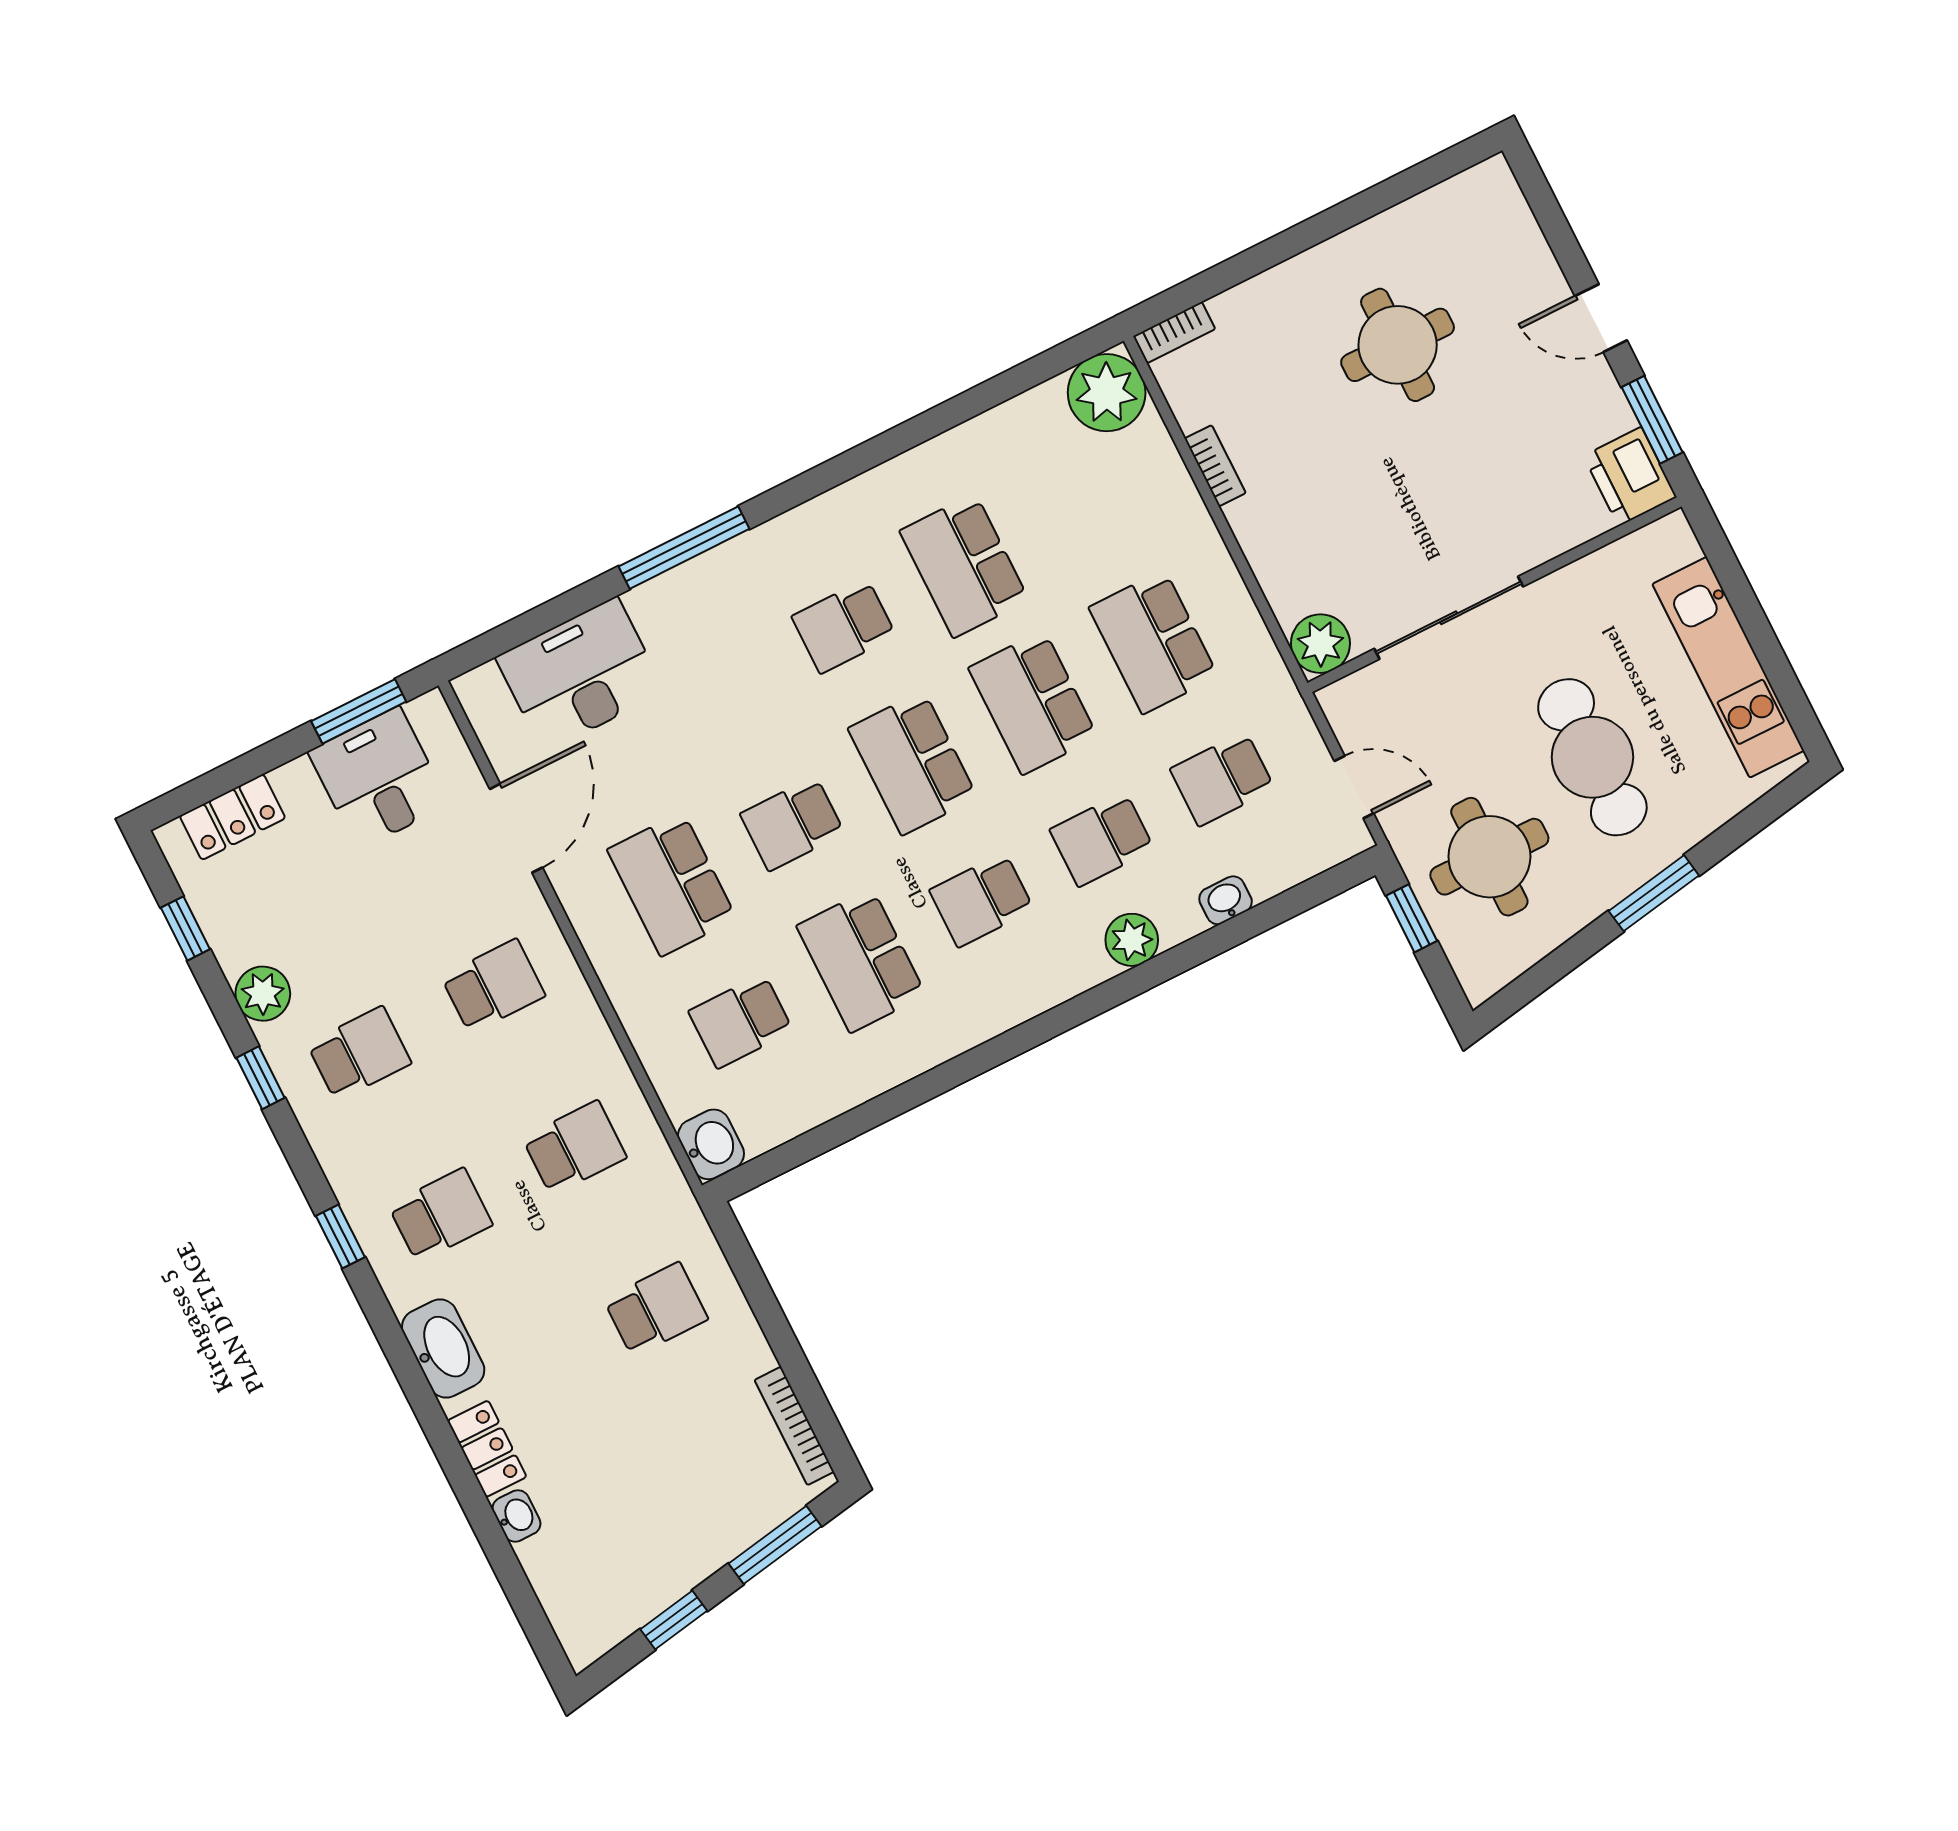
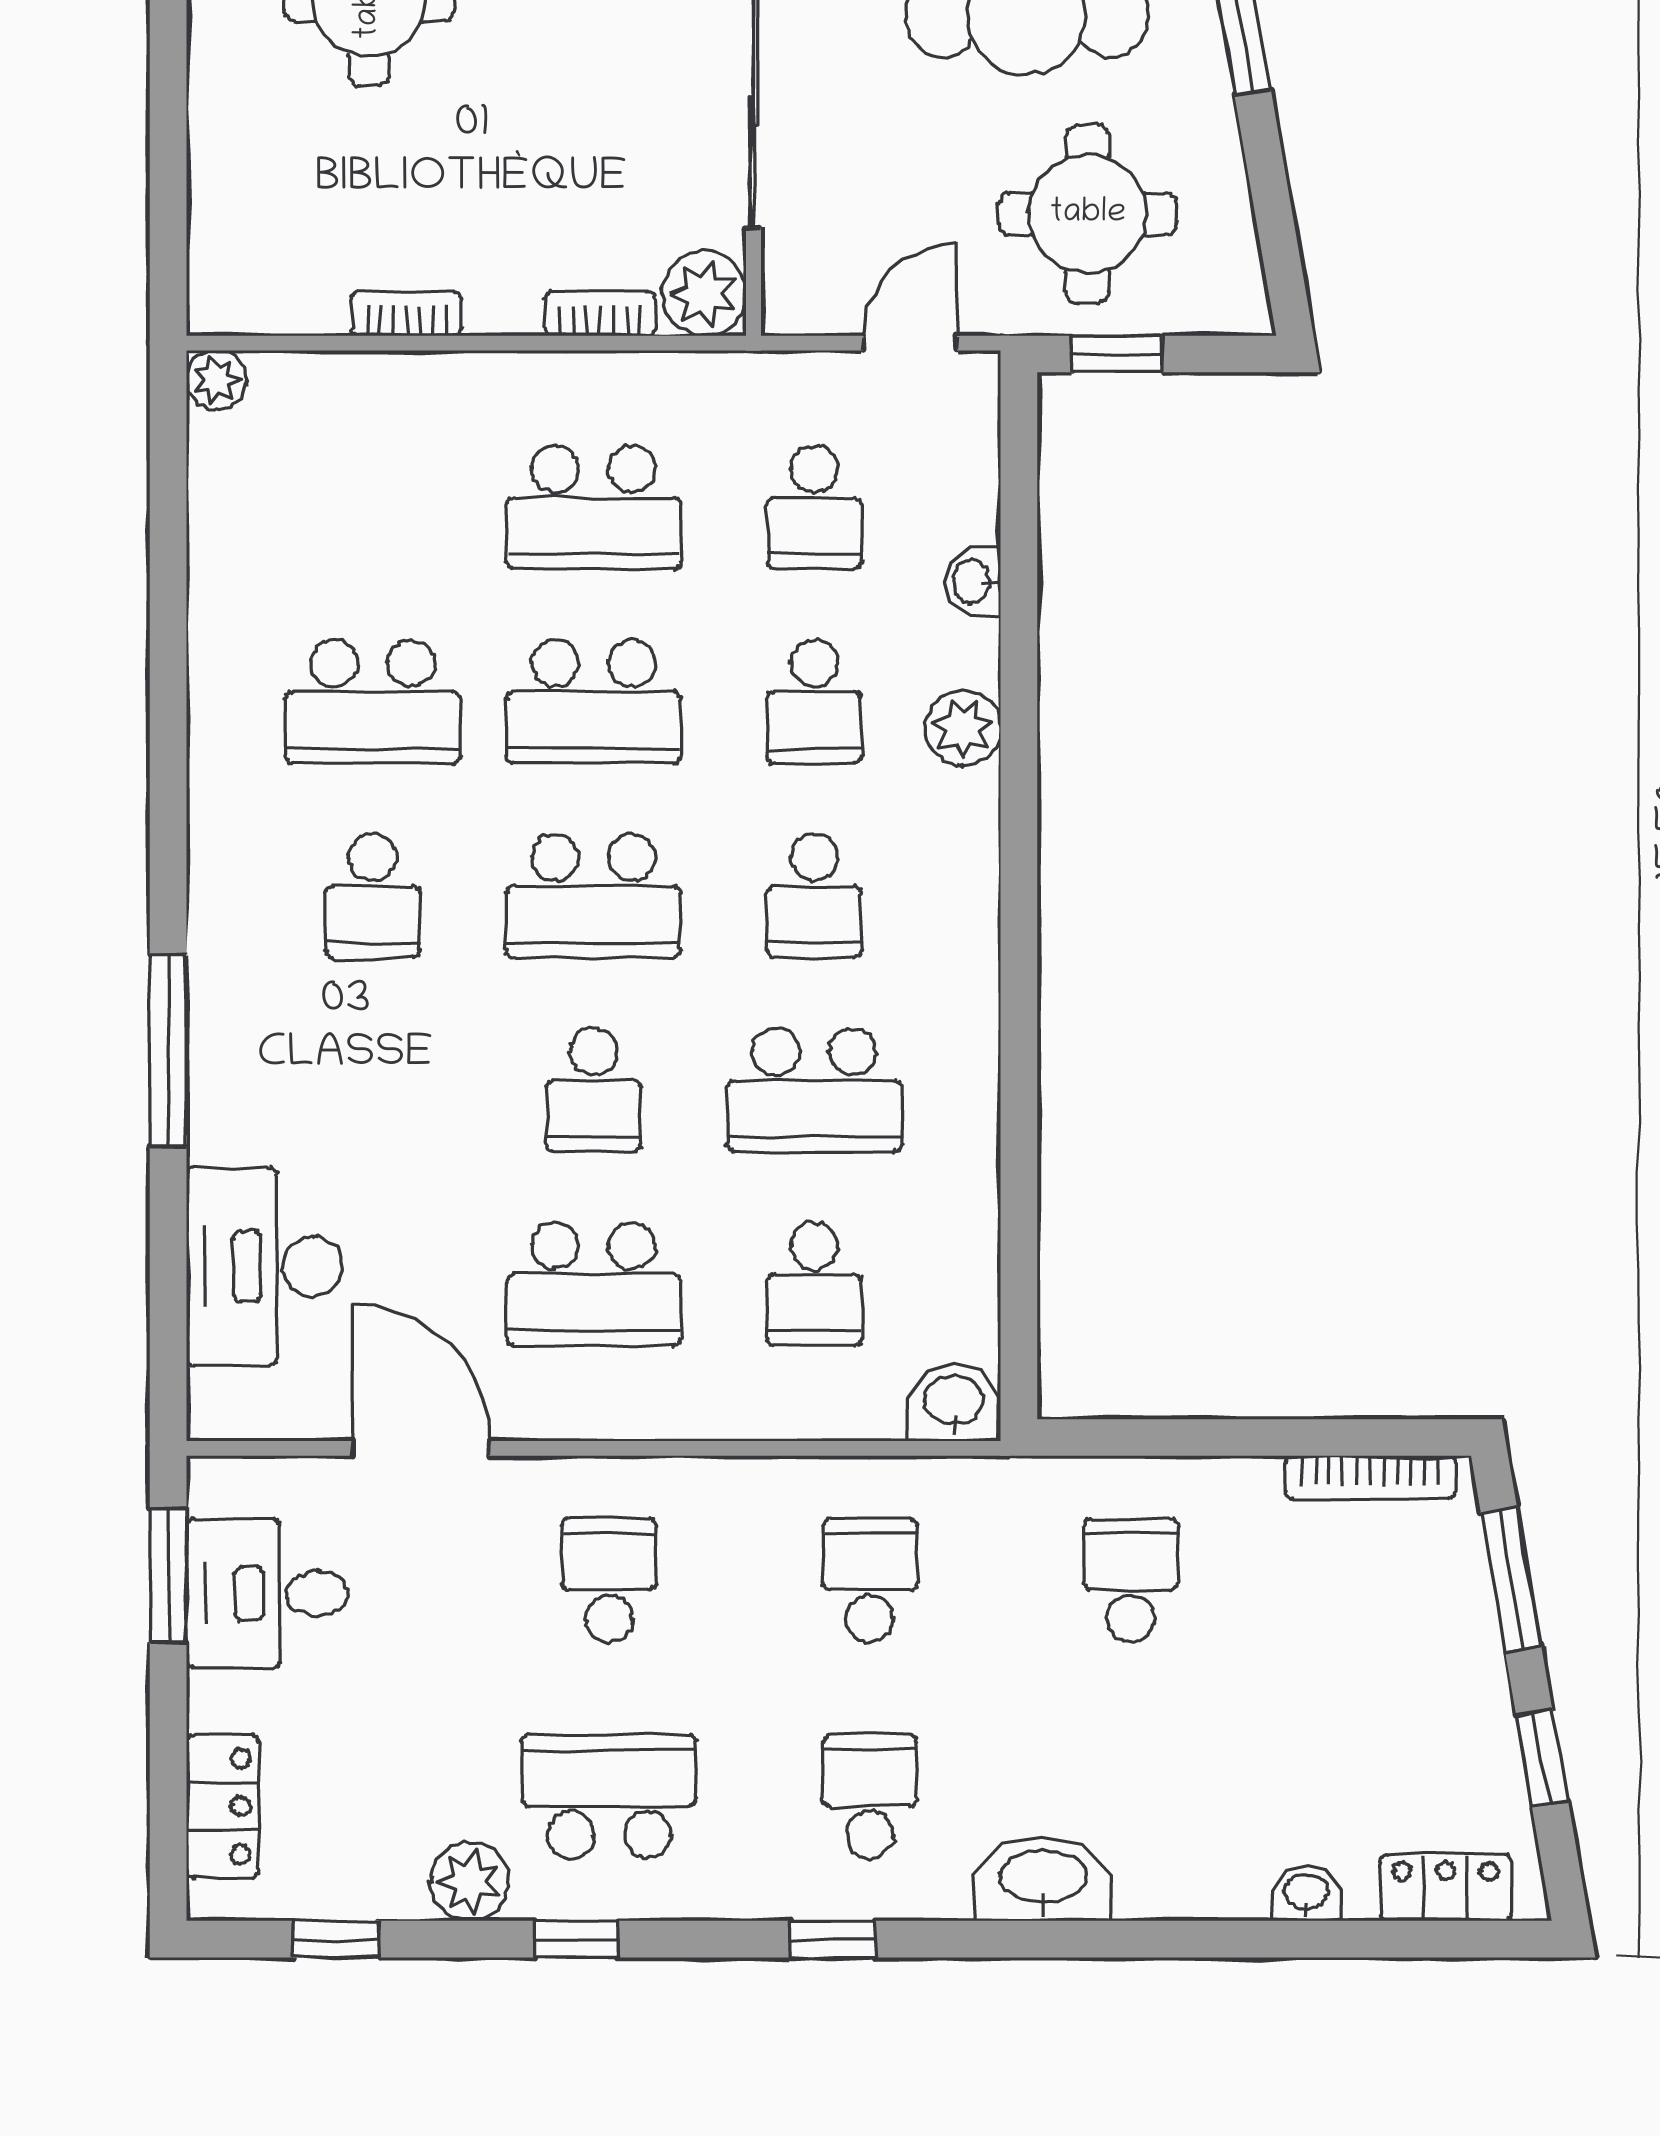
bookcase: (1174, 333) -> (600, 314), moved, turned -90
plant: (1107, 393) -> (216, 380), width x0.53, depth x0.53
school desk: (359, 1053) -> (609, 1796), width x1.85
locker: (487, 1449) -> (1446, 1888), moved

